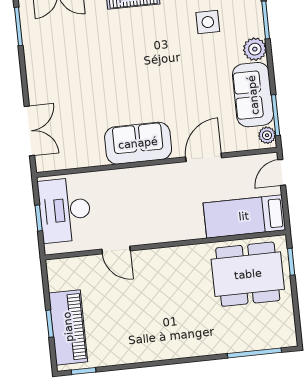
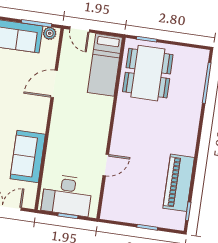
sofa: (138, 143) -> (28, 156), moved
door: (204, 157) -> (54, 84), hinge flipped
piano: (68, 327) -> (179, 183), moved, turned -90

